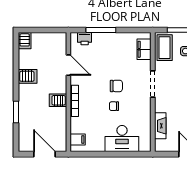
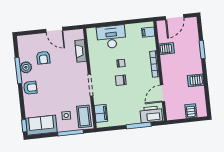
printer: (85, 39) -> (151, 114), width x1.87, depth x1.48
server rack: (25, 41) -> (191, 111), moved
door: (68, 65) -> (163, 93), hinge flipped
server rack: (58, 100) -> (167, 49), moved
door: (45, 154) -> (175, 17), hinge flipped

